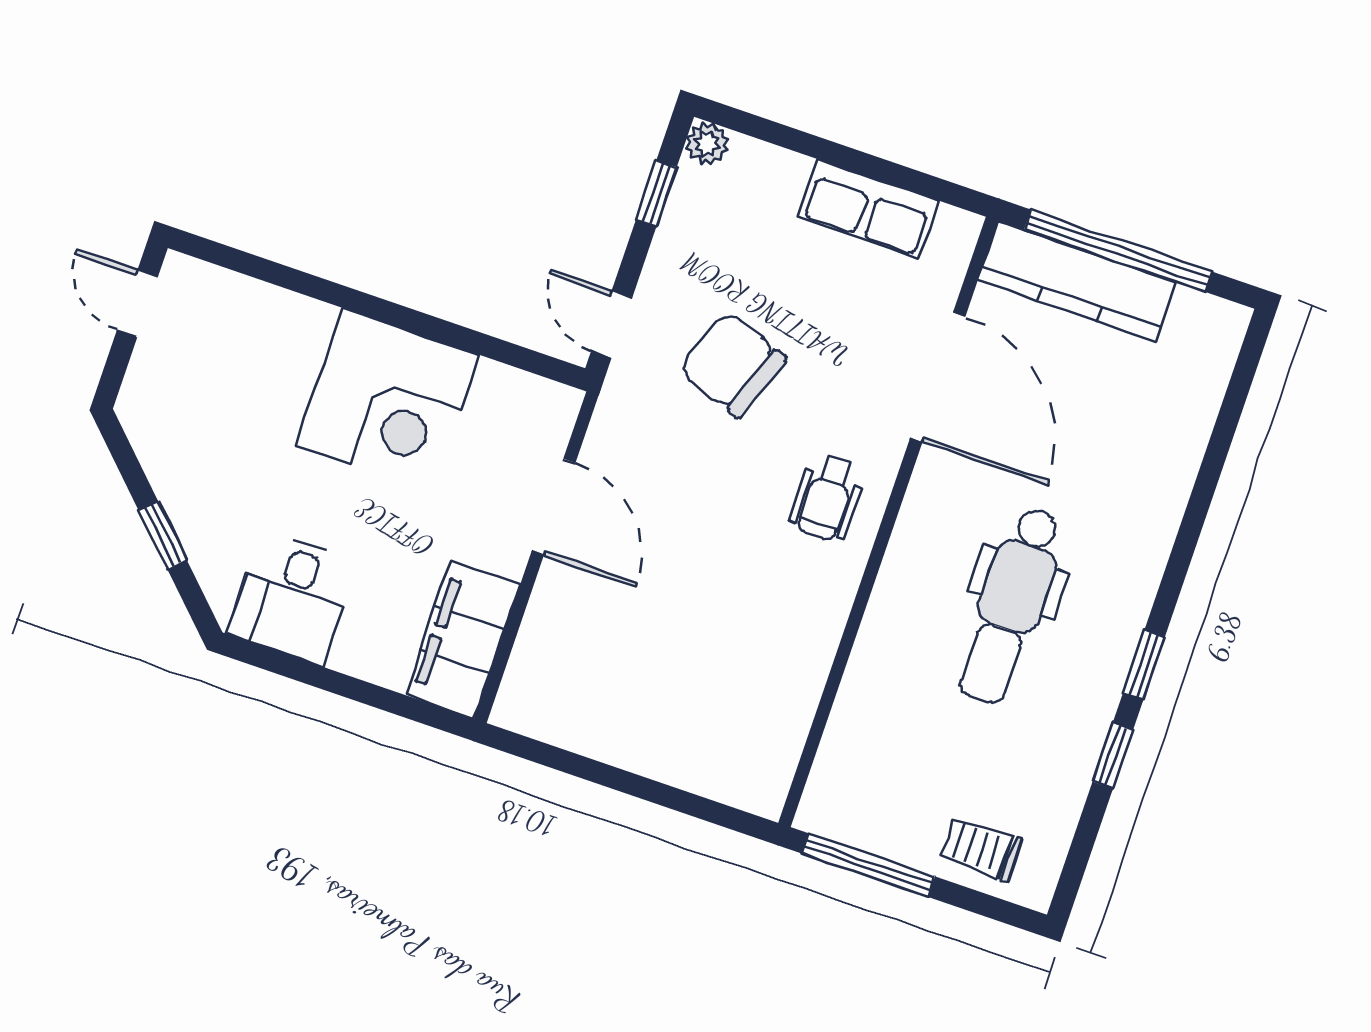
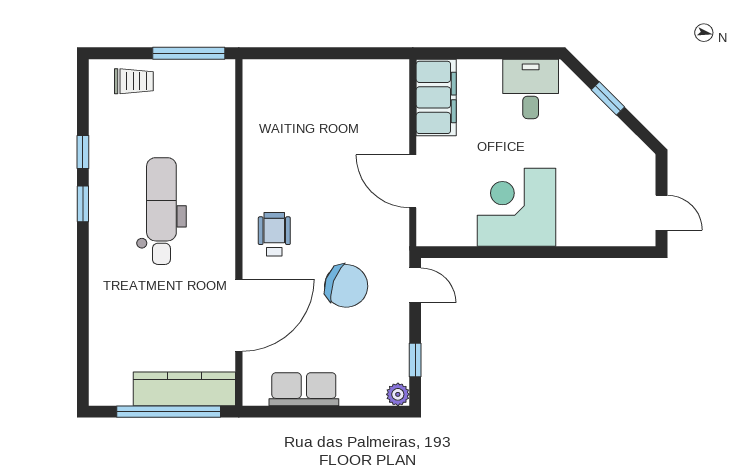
door: (938, 377) -> (239, 315), swing flipped

